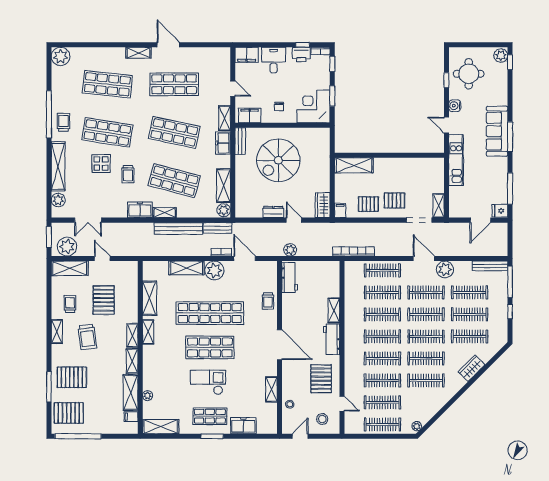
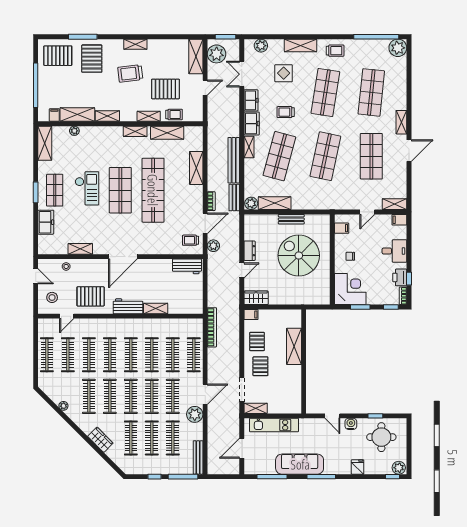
filing cabinet: (247, 55) -> (399, 220), width x0.50
window: (49, 114) -> (376, 37), moved
filing cabinet: (250, 115) -> (342, 228), width x0.50
shelving: (225, 118) -> (395, 204), moved
door: (446, 125) -> (332, 416), swing flipped
sofa: (497, 131) -> (300, 464), moved
bench: (240, 141) -> (291, 219), moved
freezer: (223, 143) -> (251, 100), moved, turned 90
kitchen unit: (456, 160) -> (274, 425), moved
display table: (101, 164) -> (284, 73), moved
shelving: (354, 165) -> (294, 346), moved
shelving: (58, 166) -> (301, 45), width x0.68
fridge: (500, 211) -> (358, 467), moved
door: (480, 220) -> (242, 448), hinge flipped
plant: (290, 250) -> (213, 246), moved
plant: (214, 270) -> (194, 195), removed
trolley: (268, 301) -> (191, 240), moved
trolley: (70, 304) -> (174, 115), moved
shelving: (132, 335) -> (149, 116), moved
pallet: (69, 413) -> (58, 56), turned 90
plant: (417, 426) -> (63, 406), moved
window: (78, 436) -> (36, 85), moved

